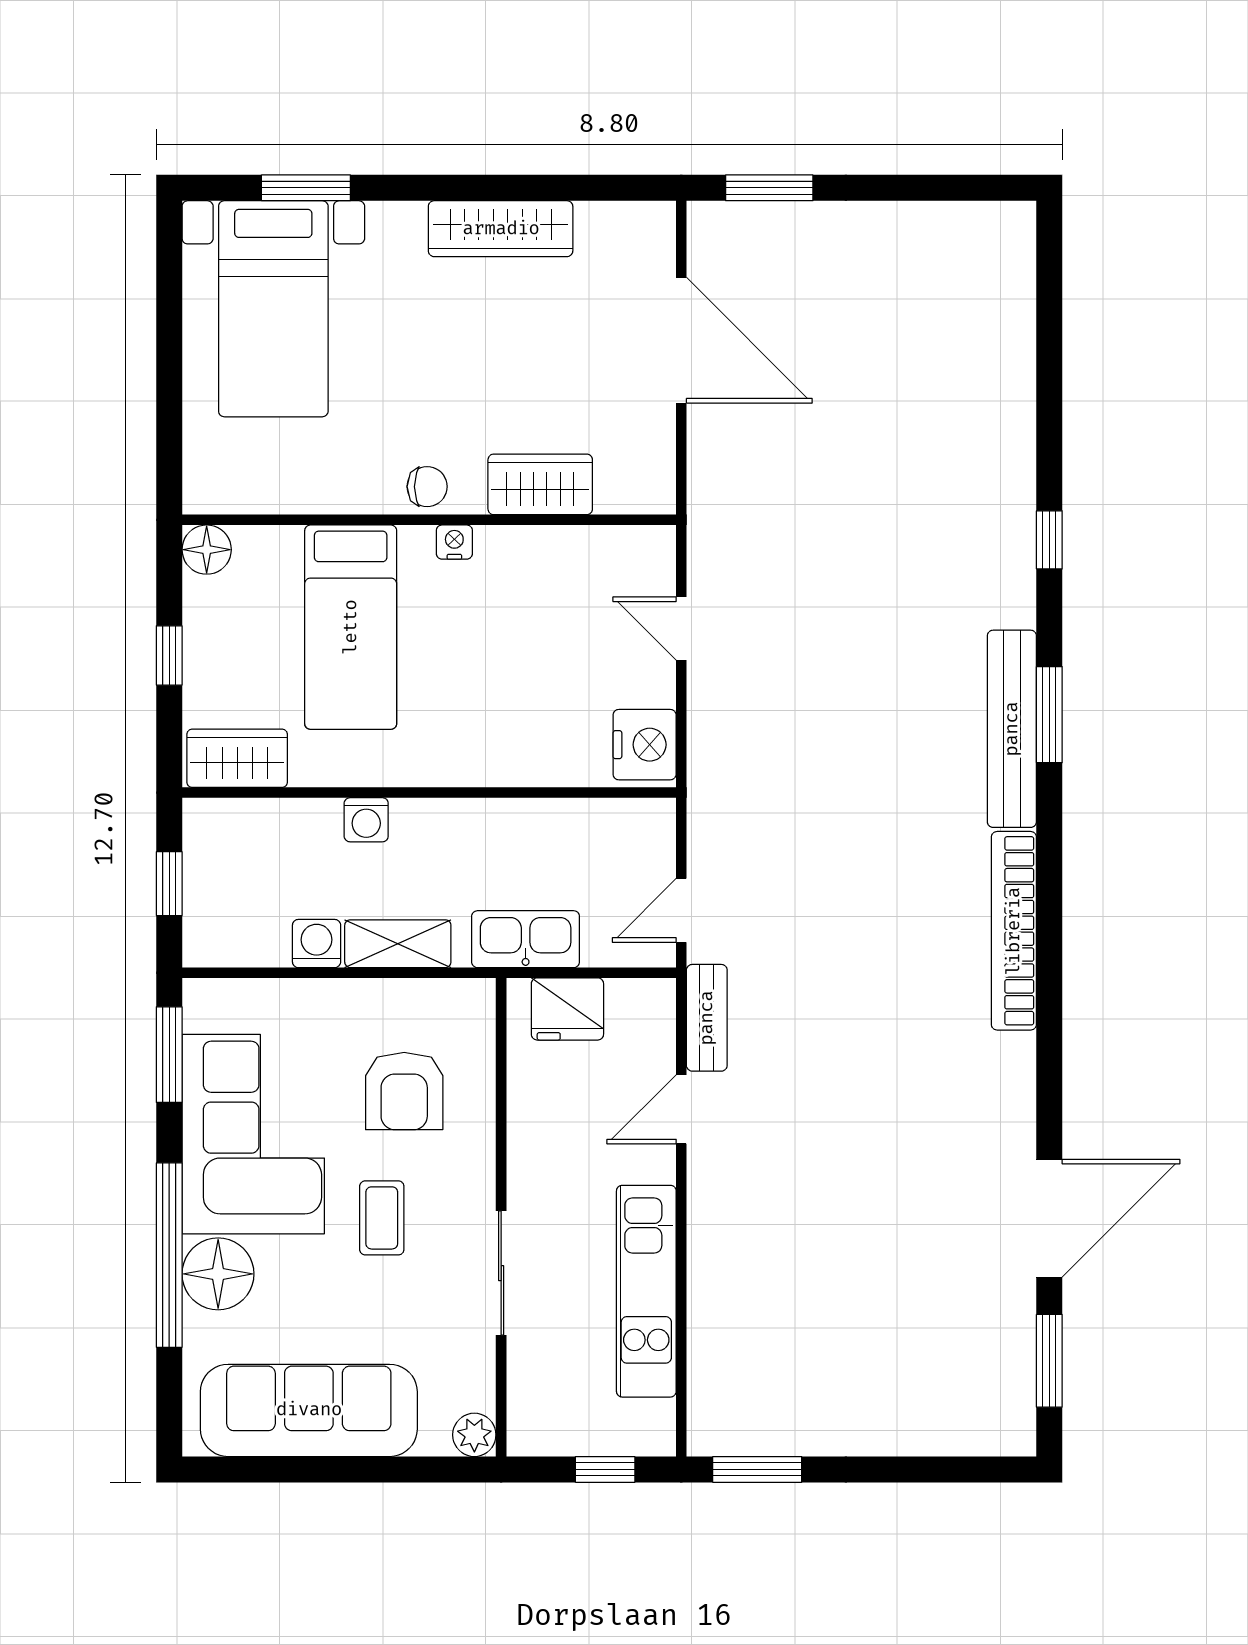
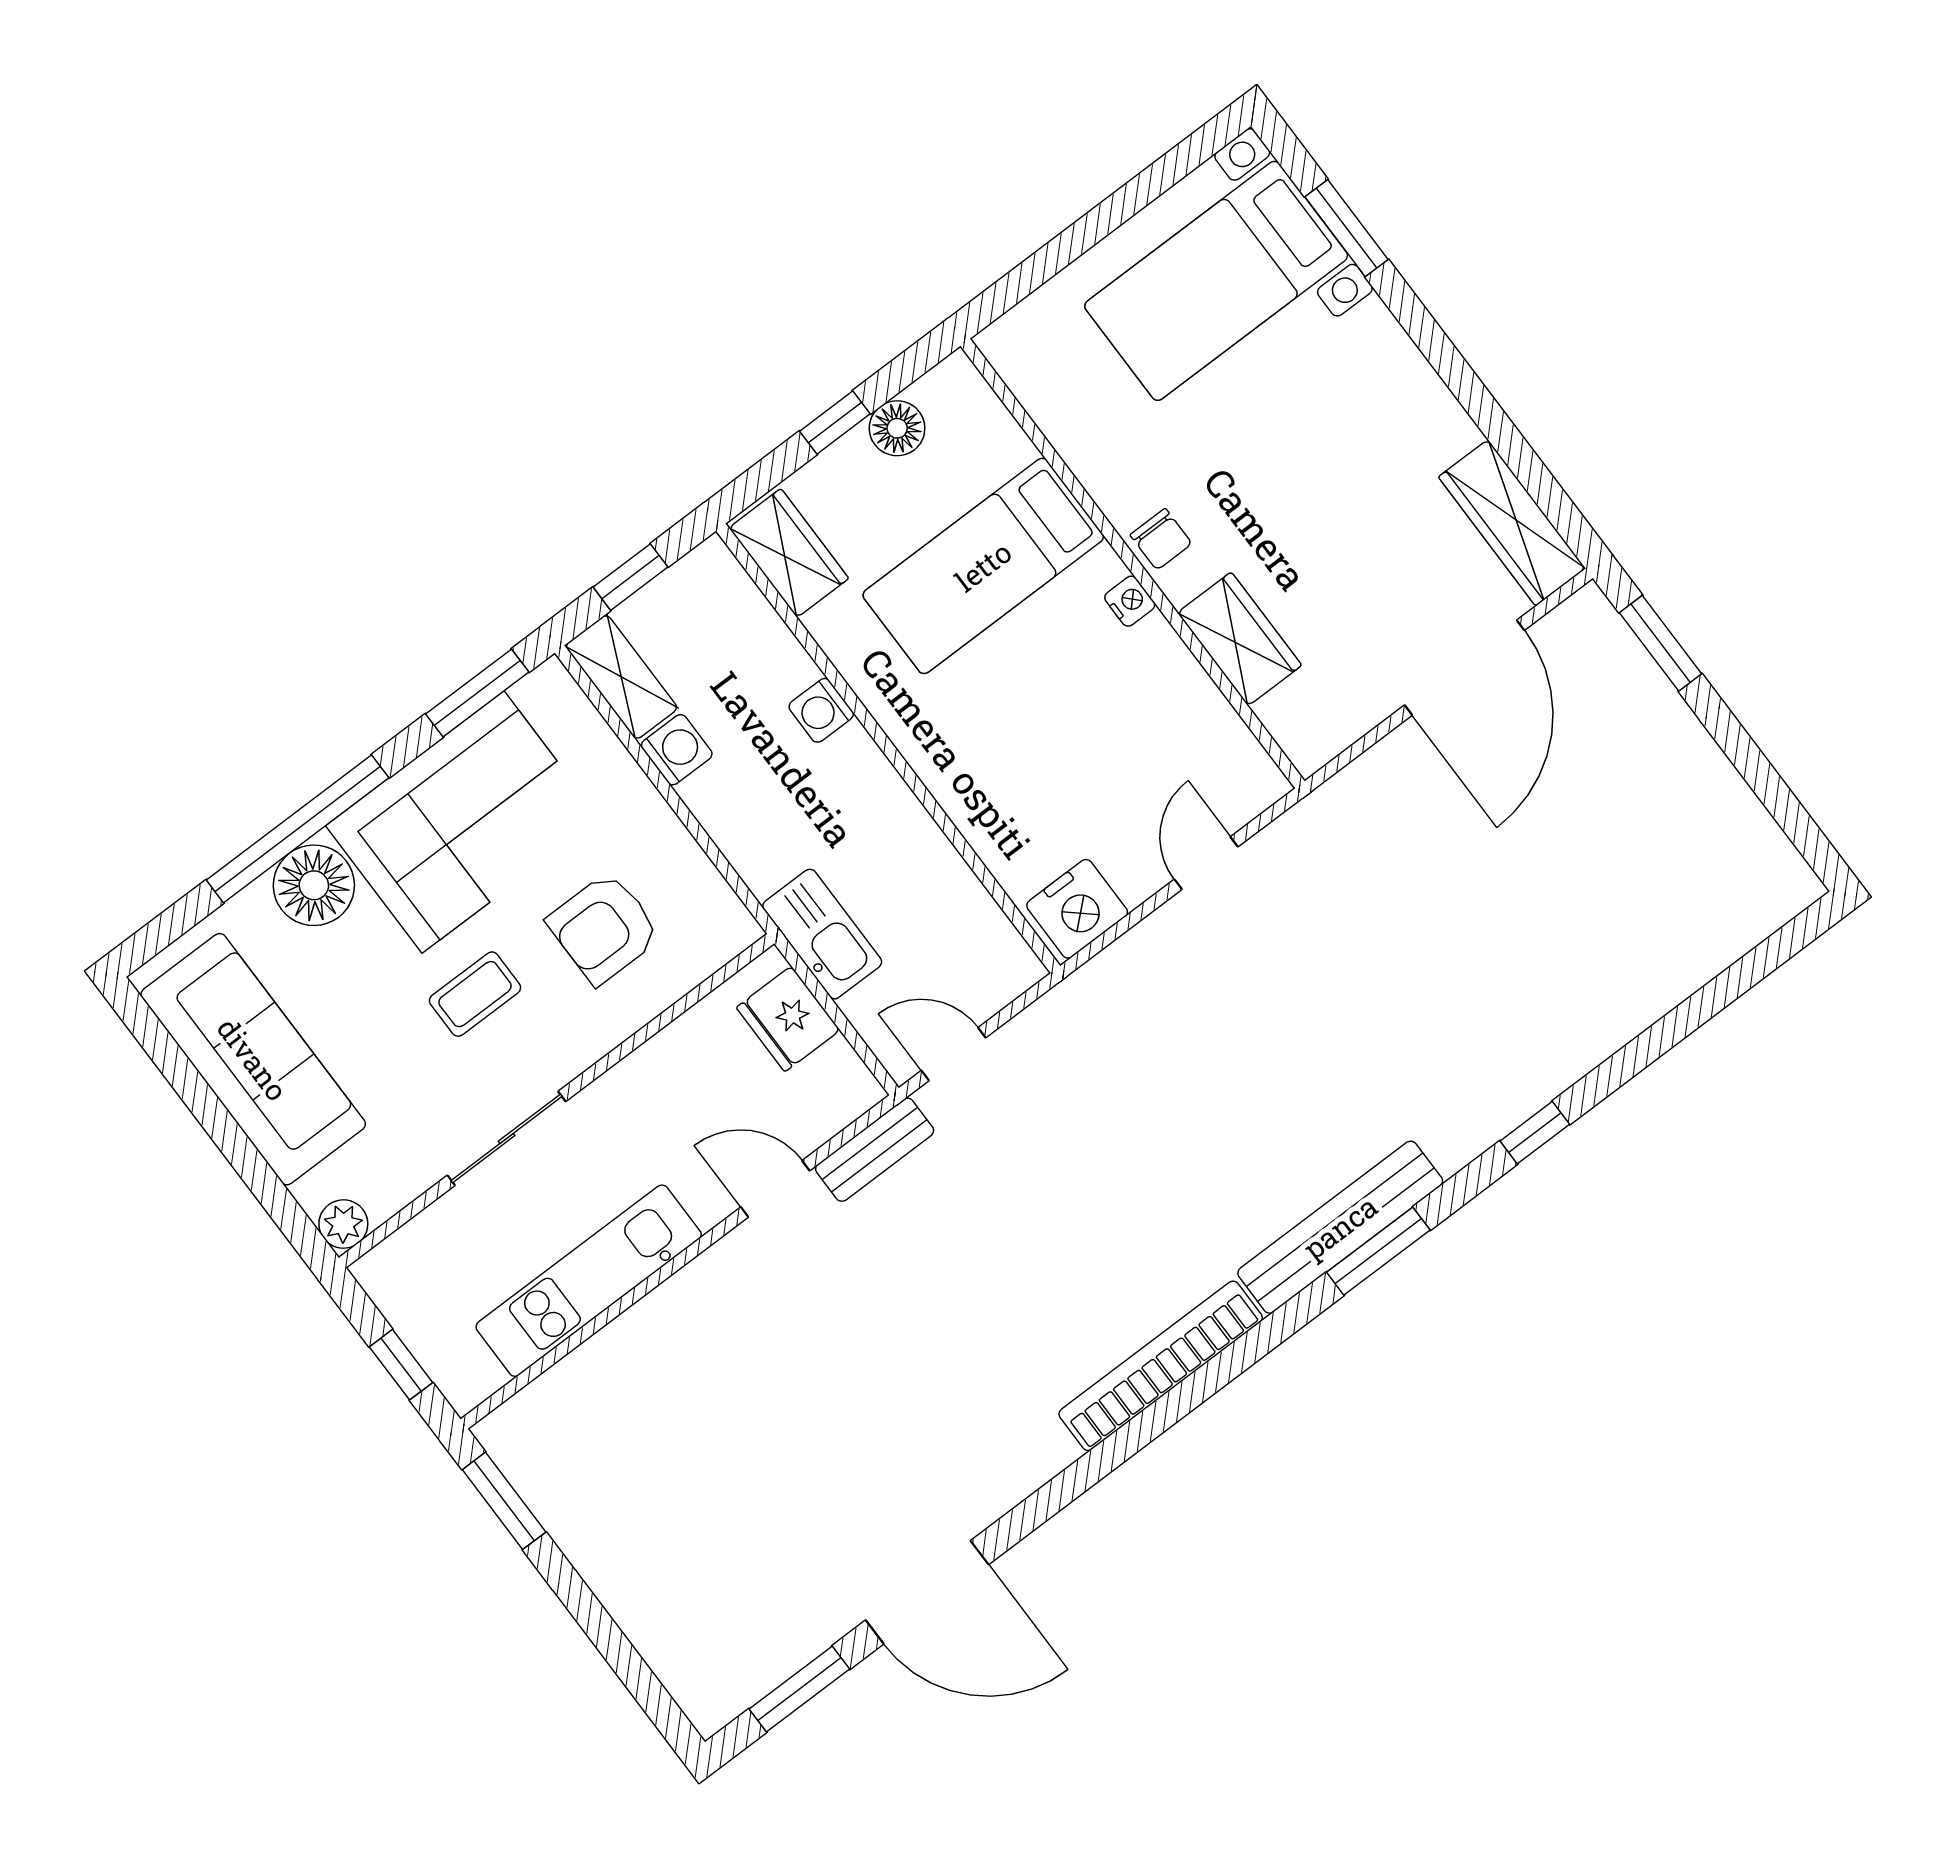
wardrobe: (501, 229) -> (1512, 523), moved
floor lamp: (207, 550) -> (897, 428), moved
shelving: (398, 944) -> (621, 677), moved

